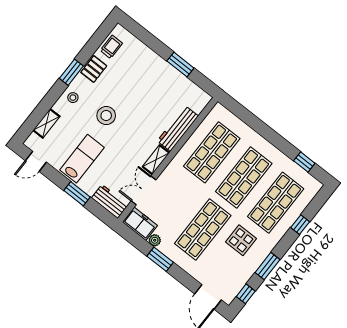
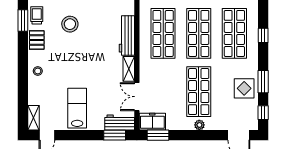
window: (71, 72) -> (23, 20), moved
stool: (106, 116) -> (70, 24), moved
shelving: (46, 123) -> (33, 118), moved
window: (77, 194) -> (115, 135), moved
plant: (155, 240) -> (199, 125), moved
display table: (241, 240) -> (244, 88), moved
window: (160, 259) -> (158, 135), moved

